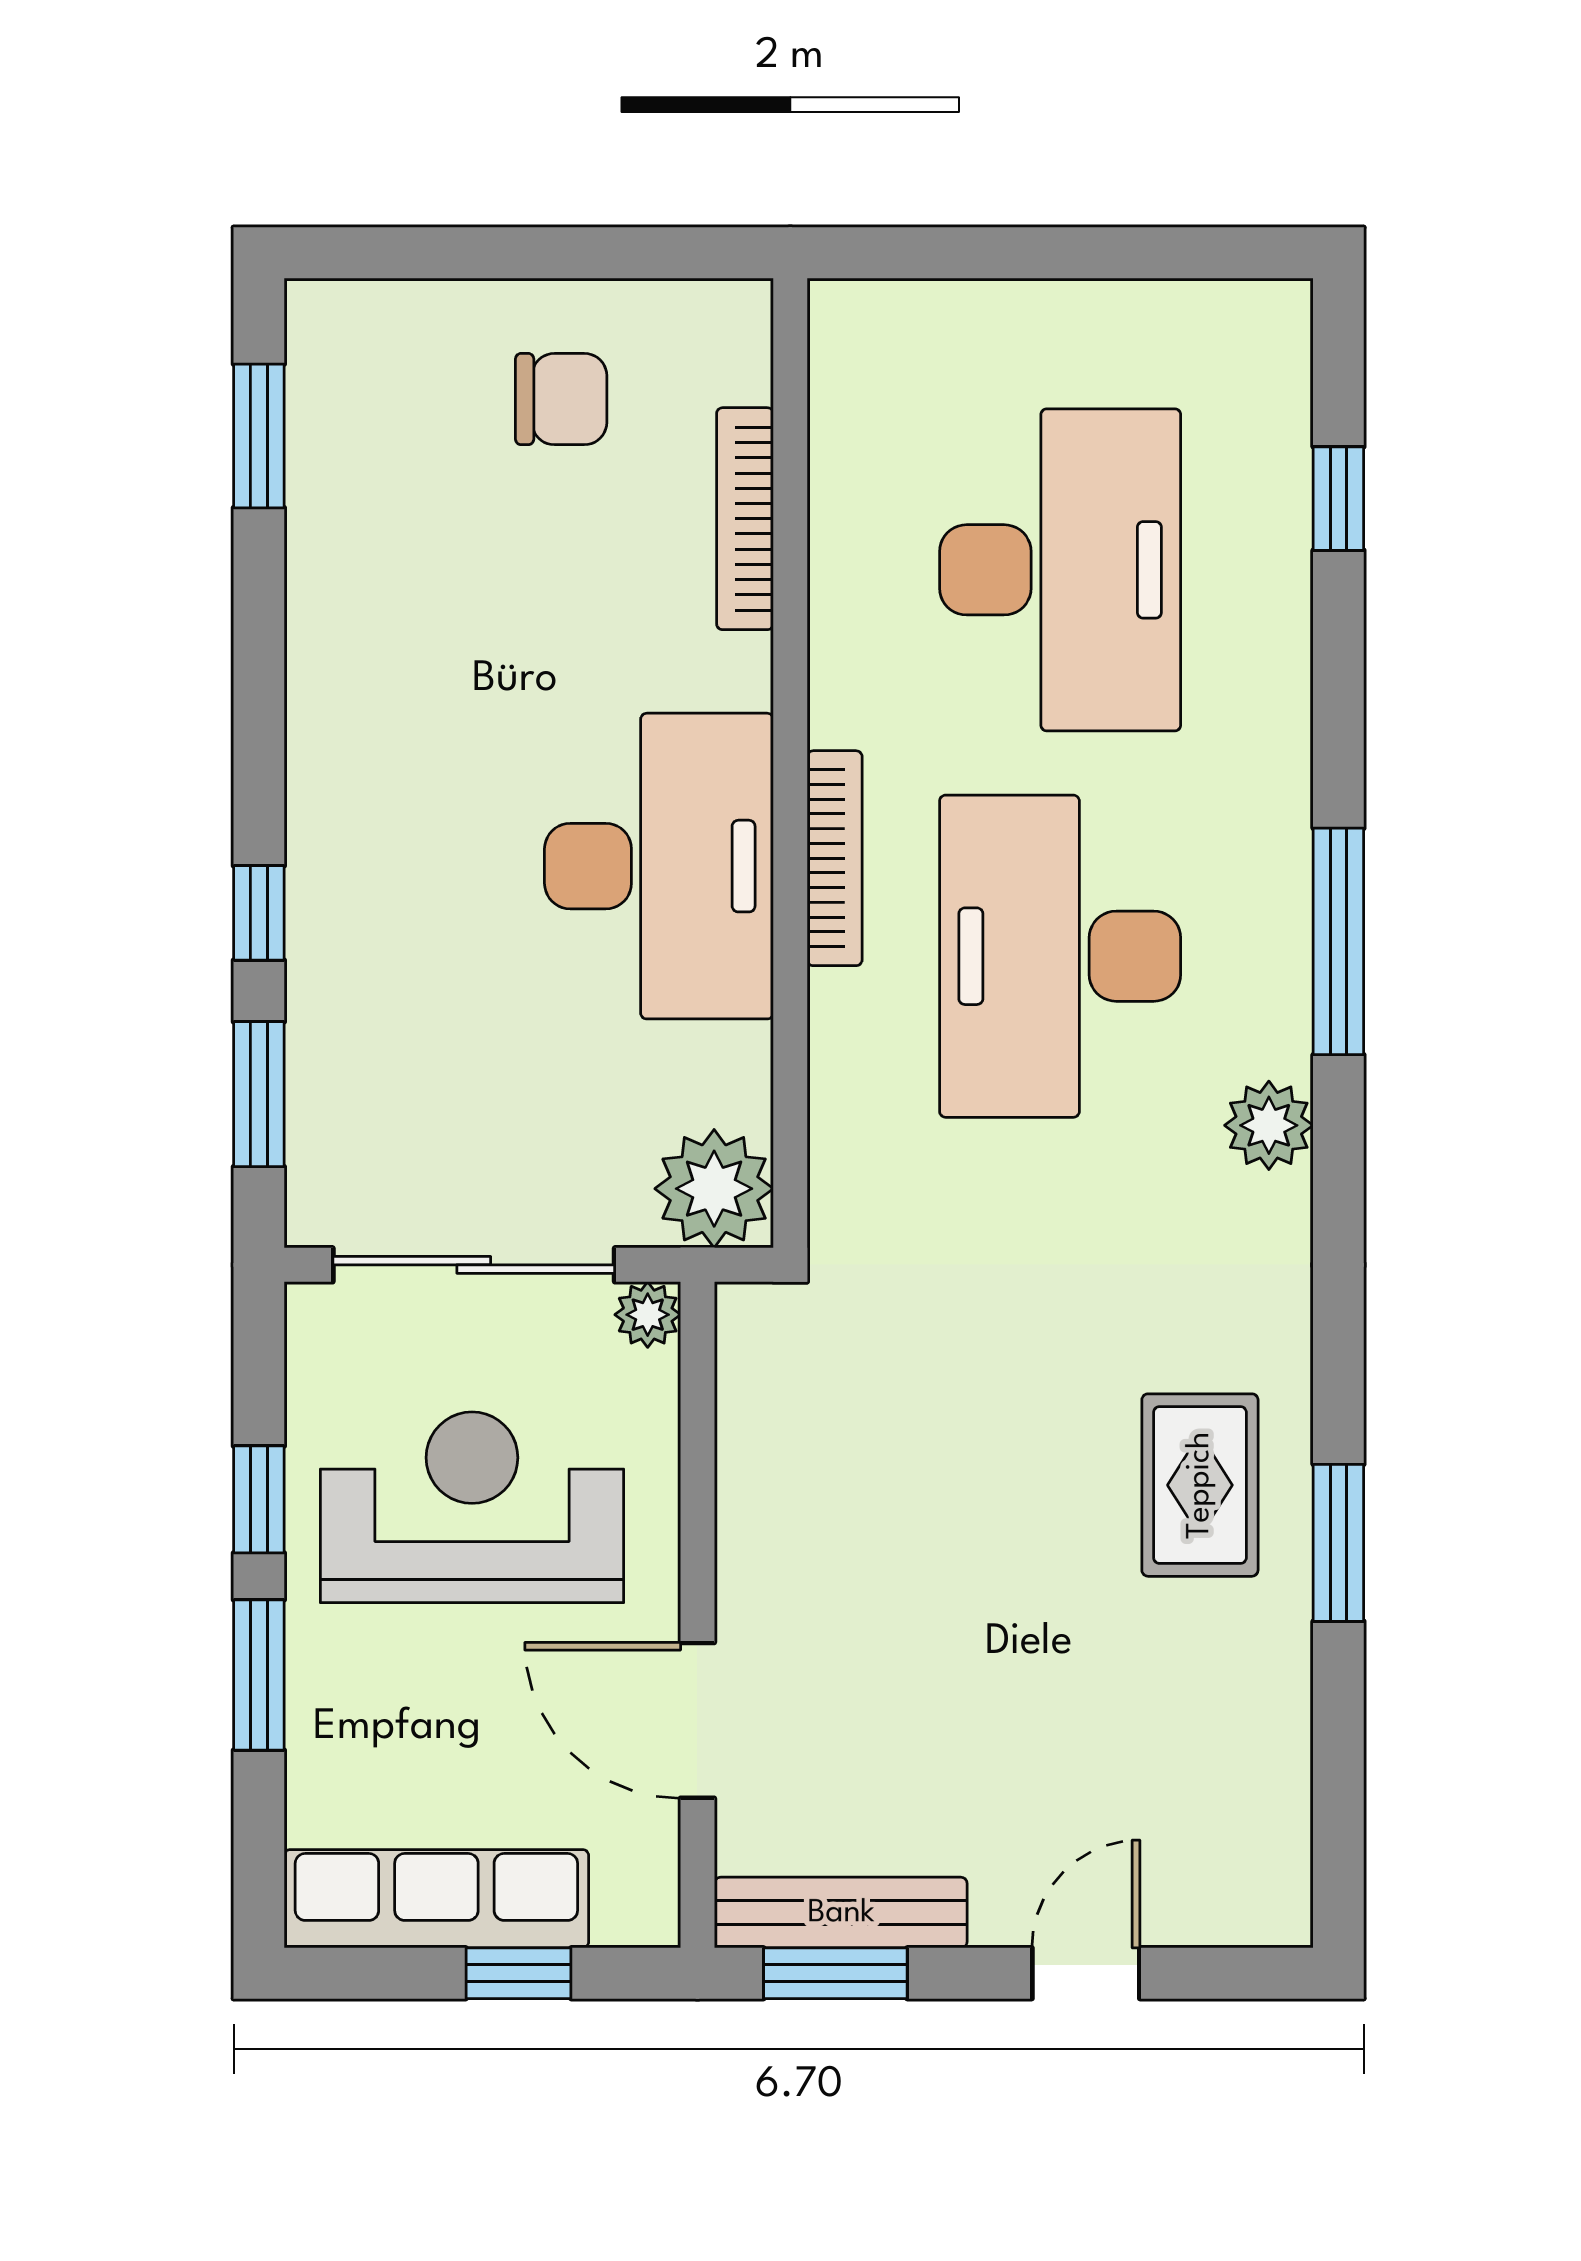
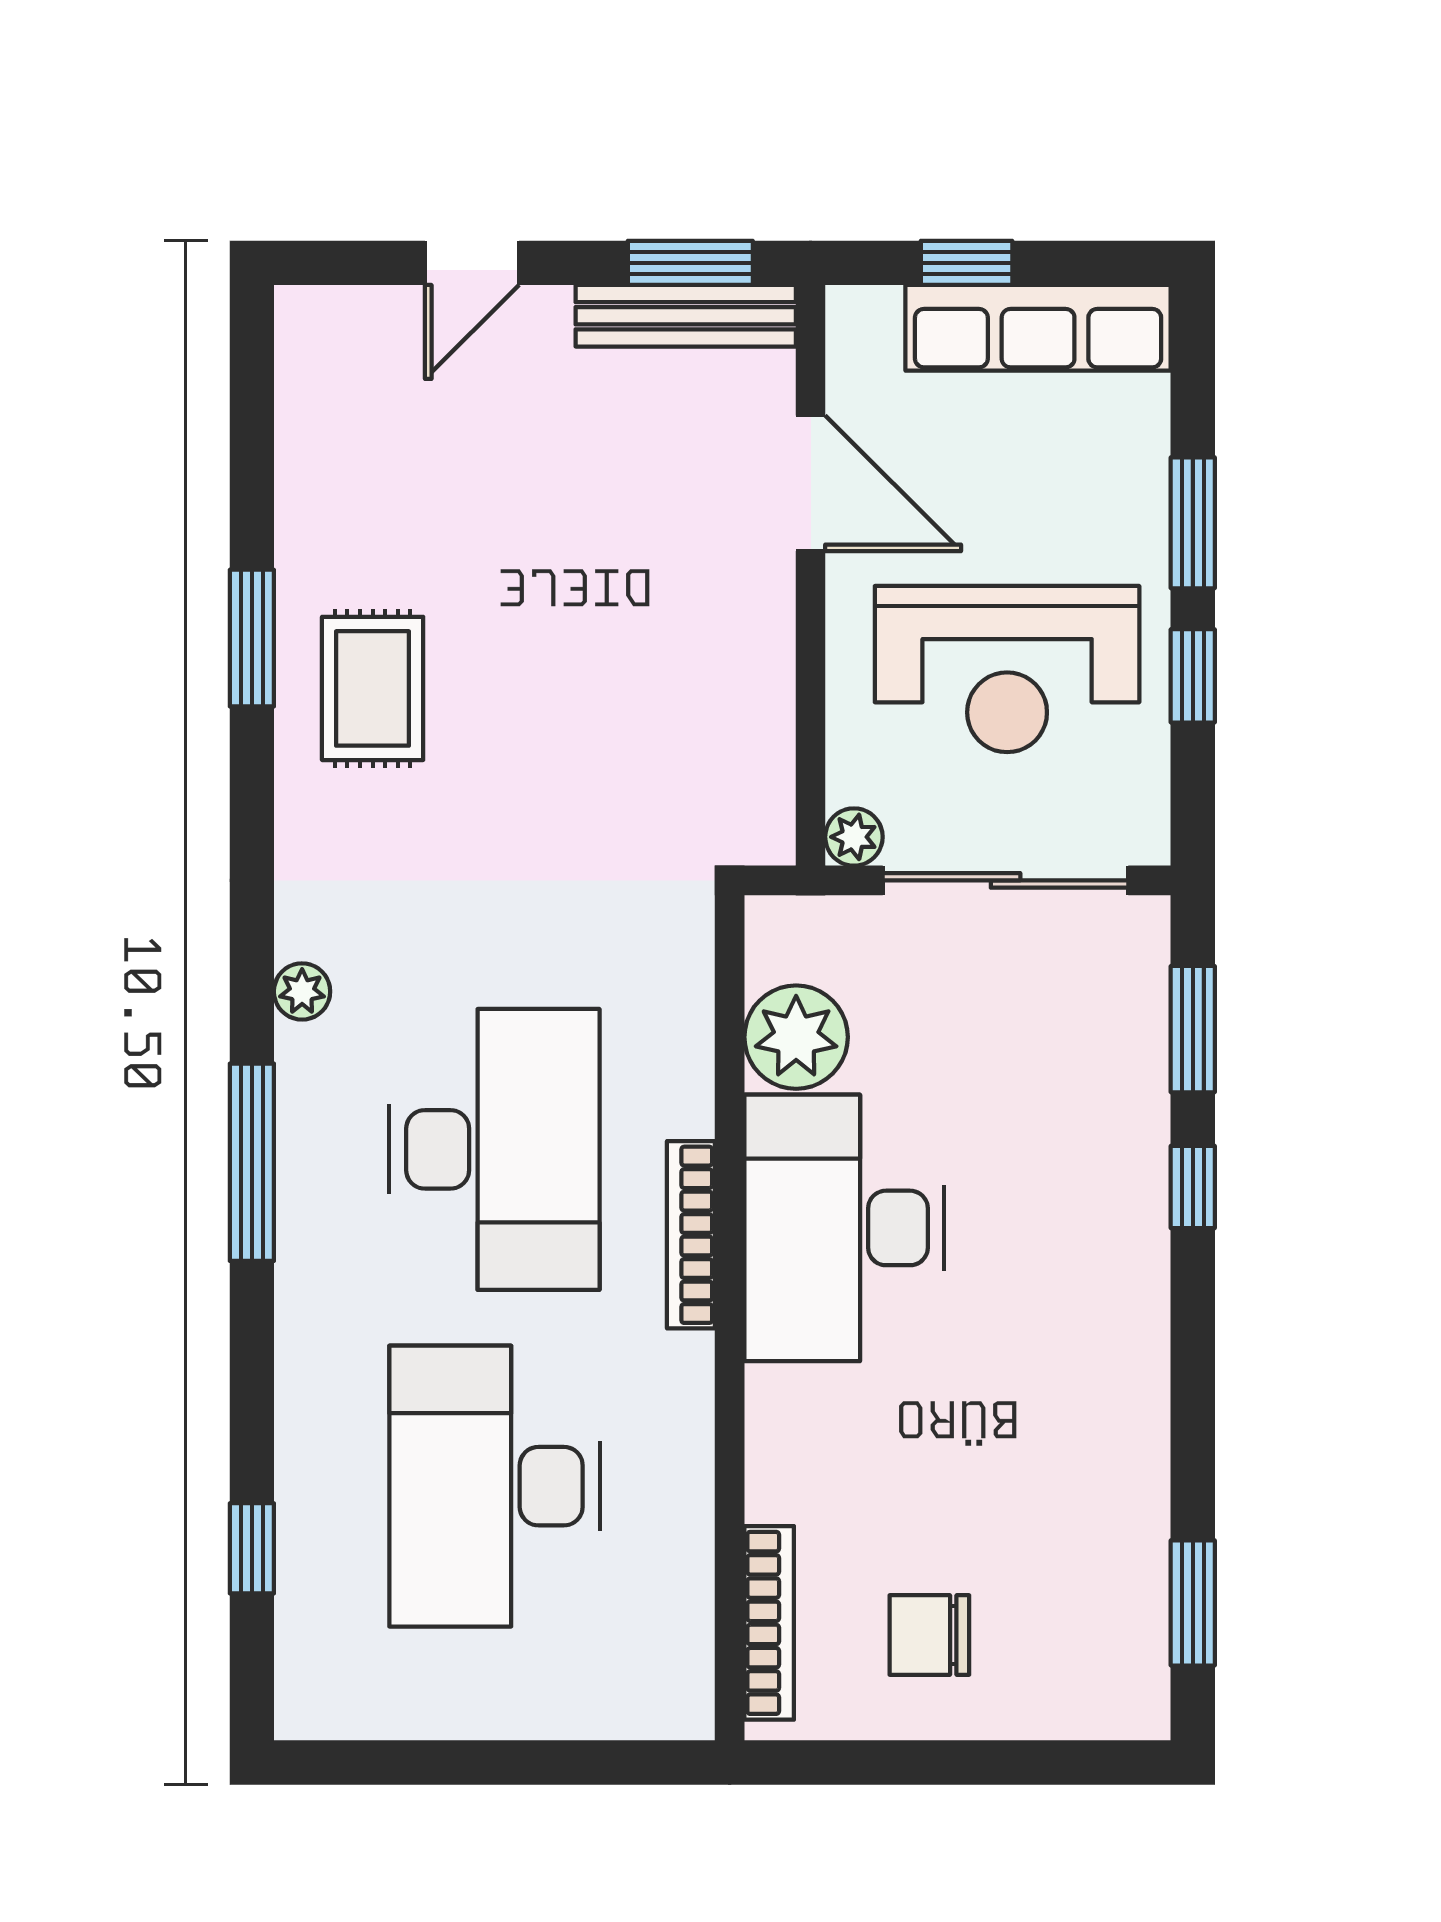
bookcase: (745, 519) -> (769, 1623), moved
plant: (1269, 1125) -> (302, 991), width x0.73, depth x0.73
plant: (714, 1189) -> (796, 1037), moved

